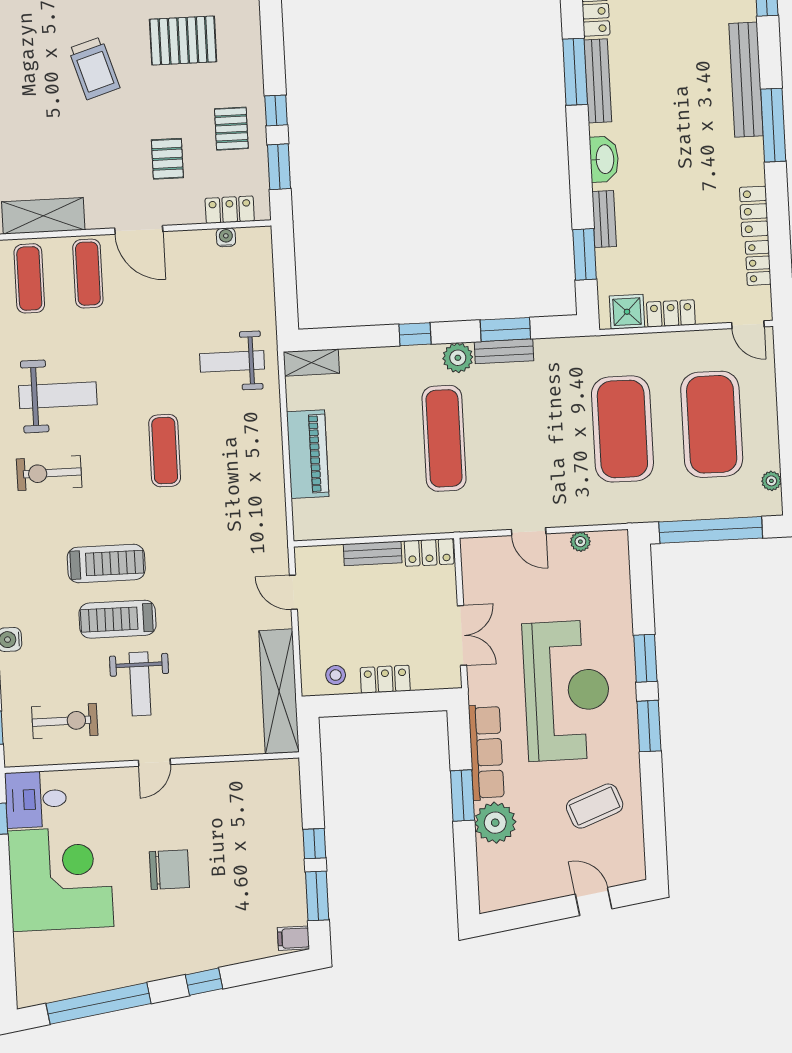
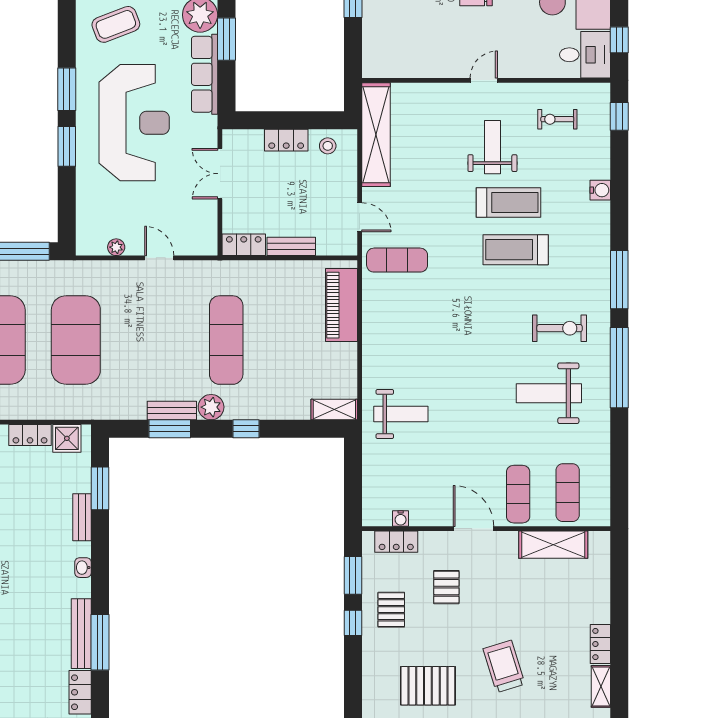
washbasin: (604, 159) -> (83, 568), width x0.52, depth x0.69
exercise mat: (165, 451) -> (397, 260), moved, turned 90
piano: (308, 454) -> (341, 305), moved
reception desk: (567, 690) -> (134, 123), turned 180
exercise bike: (65, 721) -> (557, 119), width x0.73, depth x0.72

